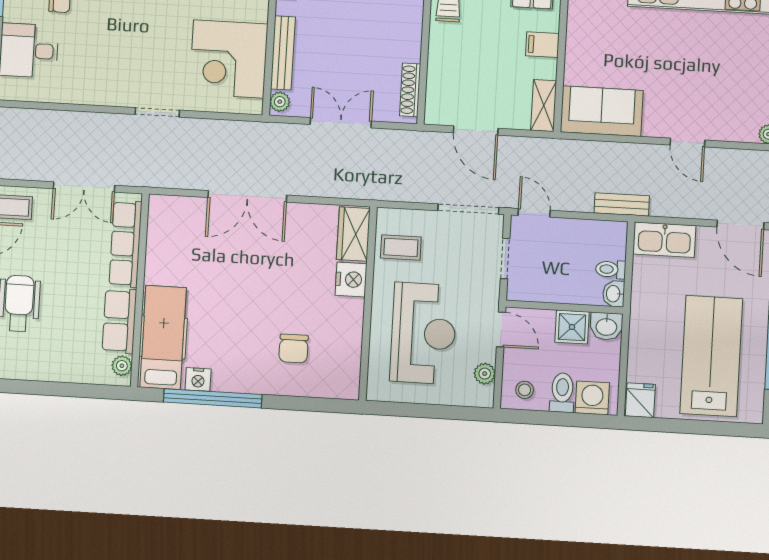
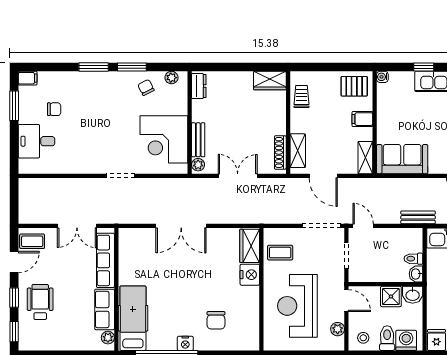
bench: (283, 53) -> (198, 140), width x0.73
shelving: (438, 89) -> (298, 151), added
reception desk: (423, 333) -> (297, 306), turned 180
nightstand: (198, 379) -> (185, 343), moved

